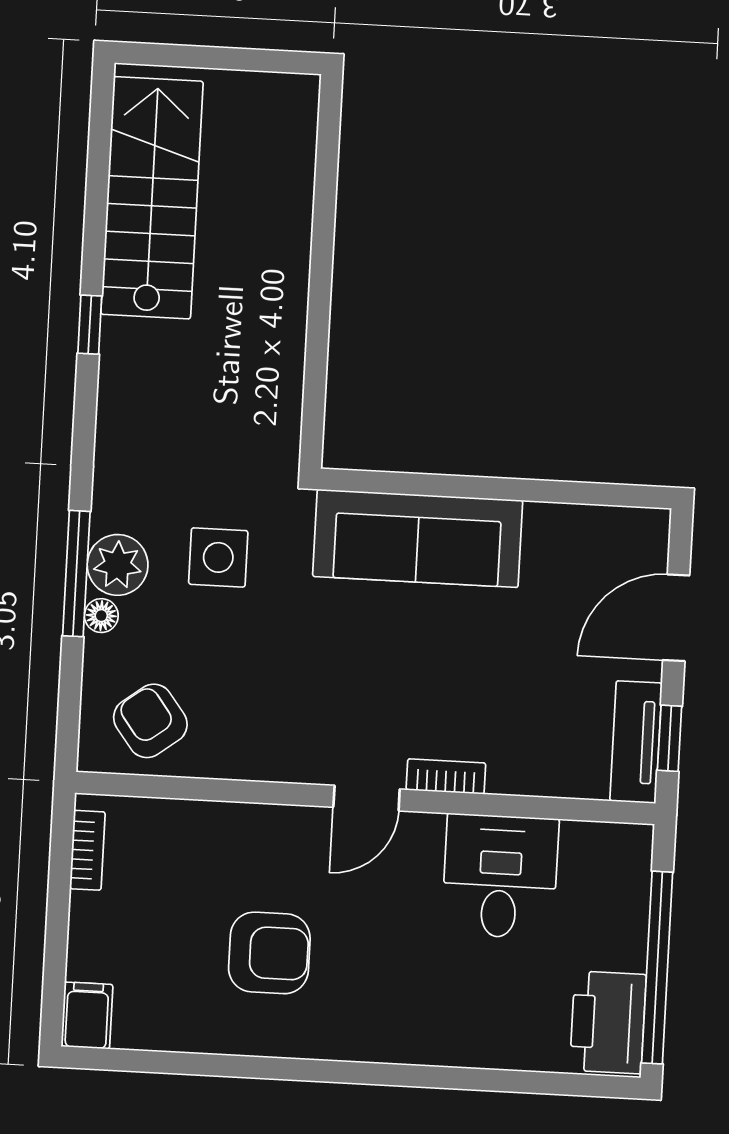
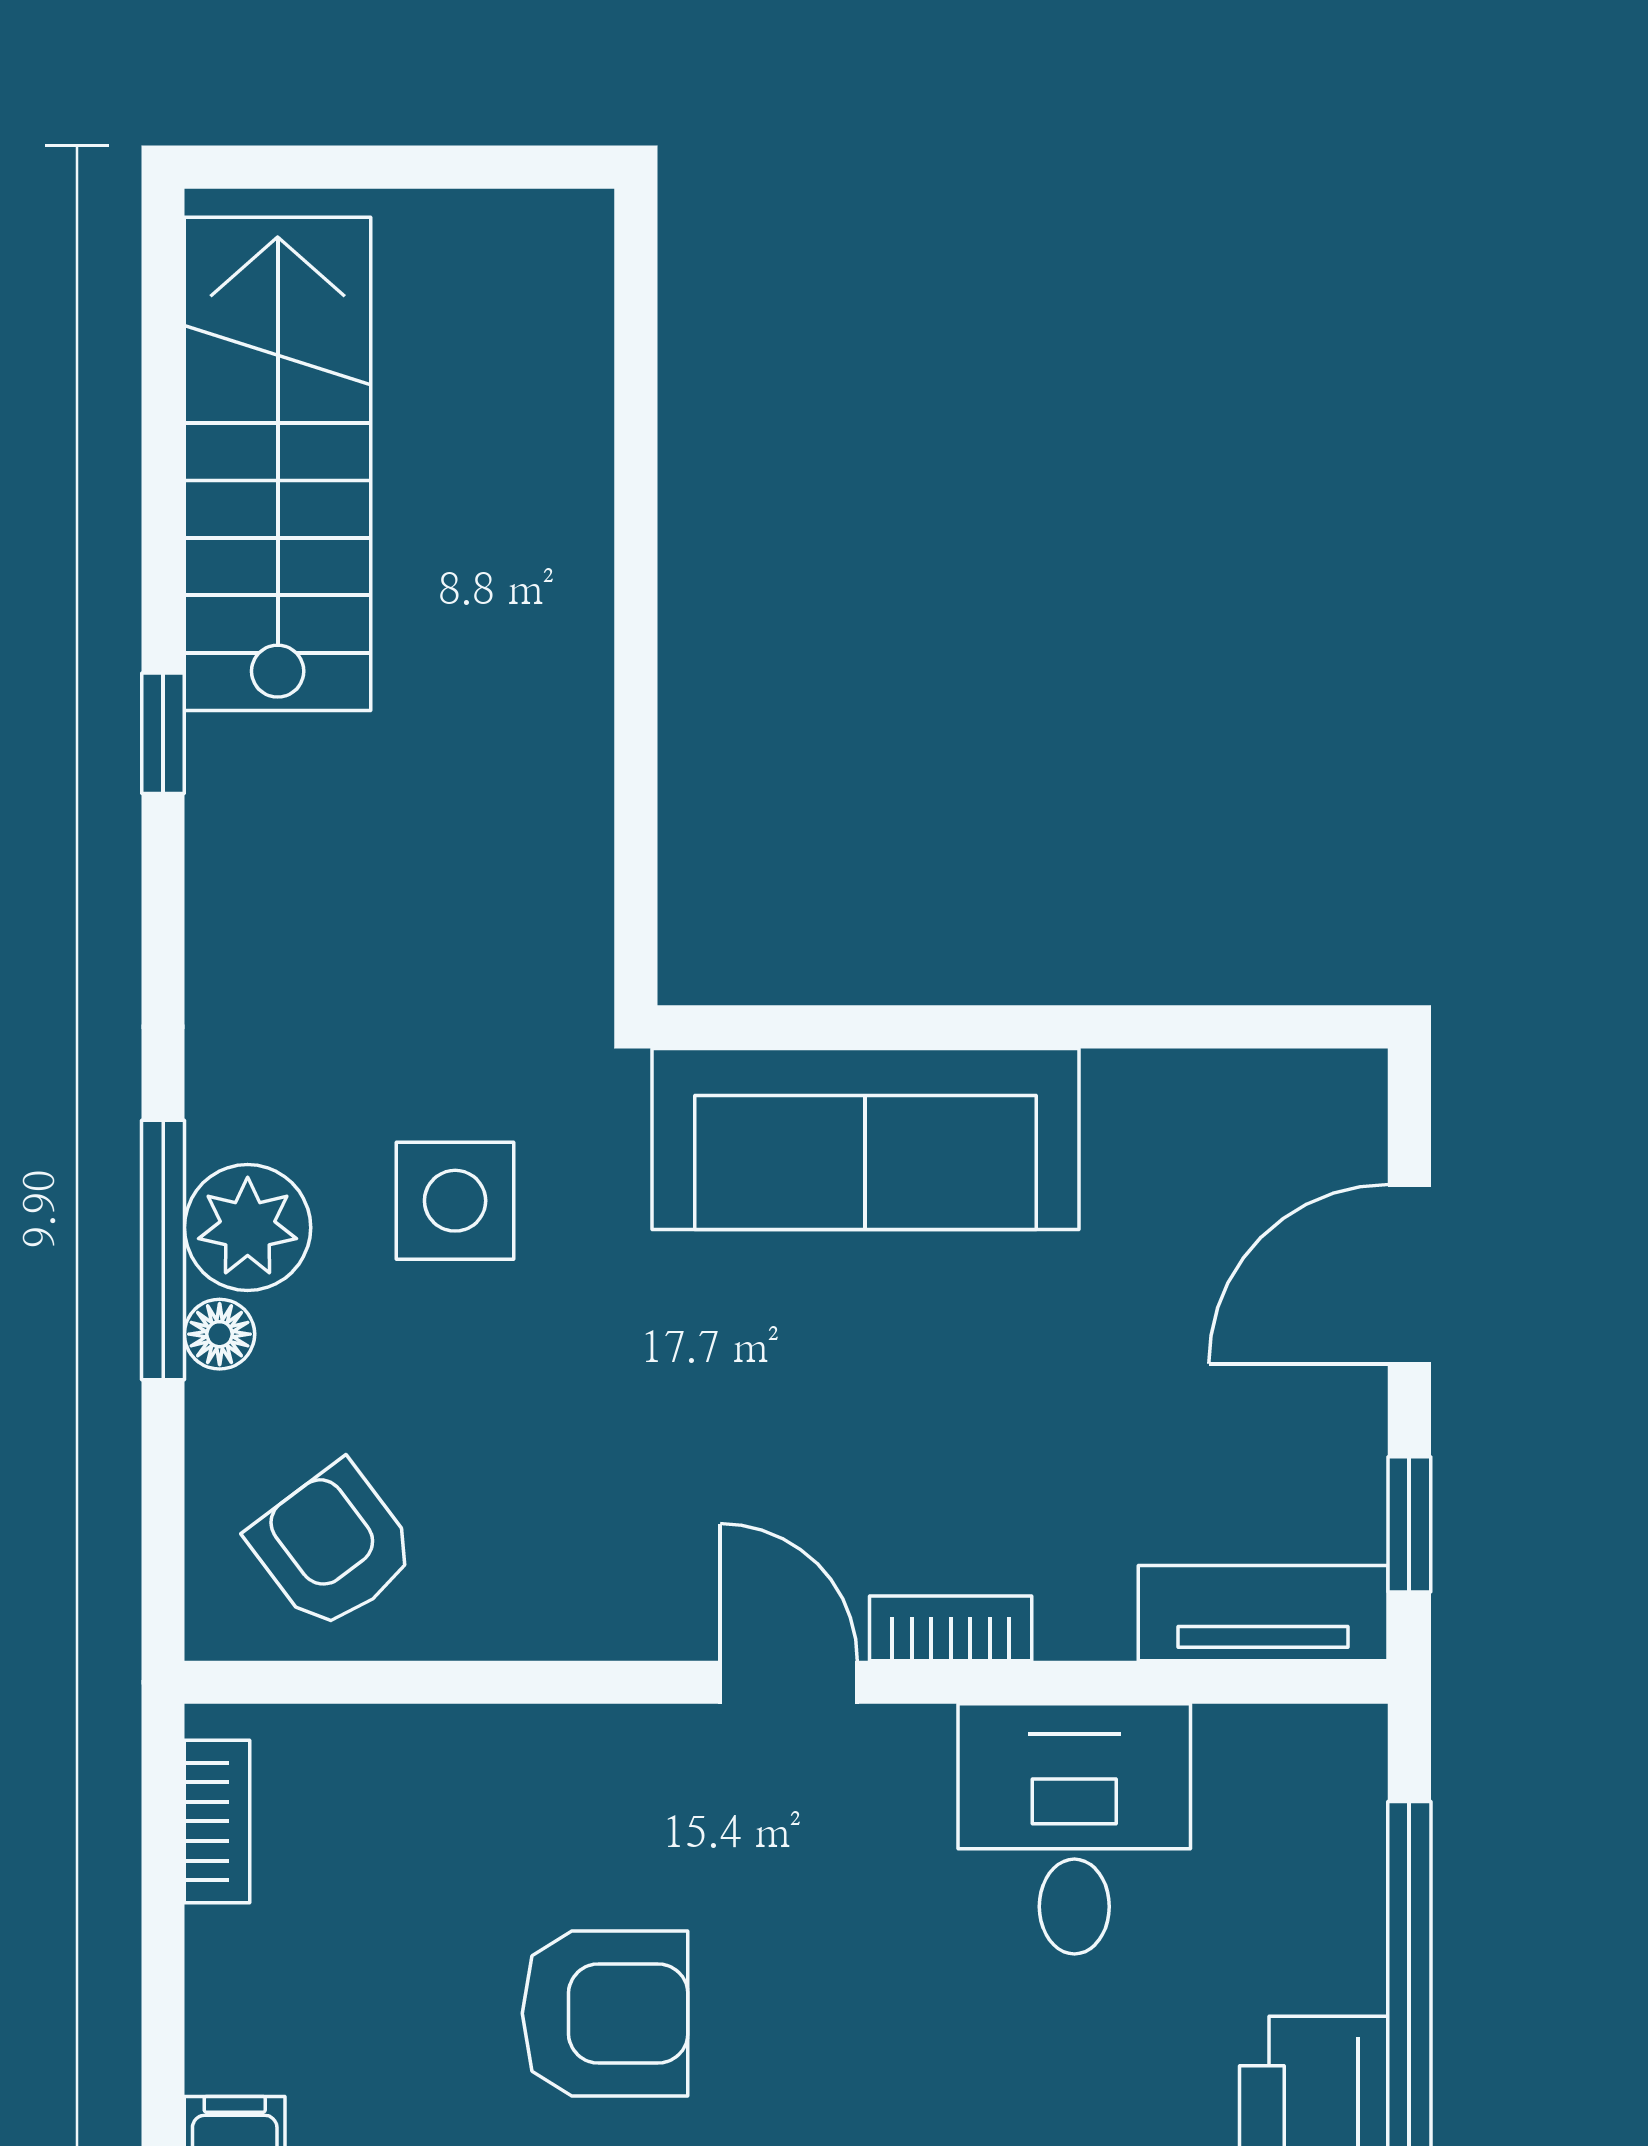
tv unit: (636, 742) -> (1263, 1613), moved, turned 90
door: (367, 798) -> (789, 1682), swing flipped

